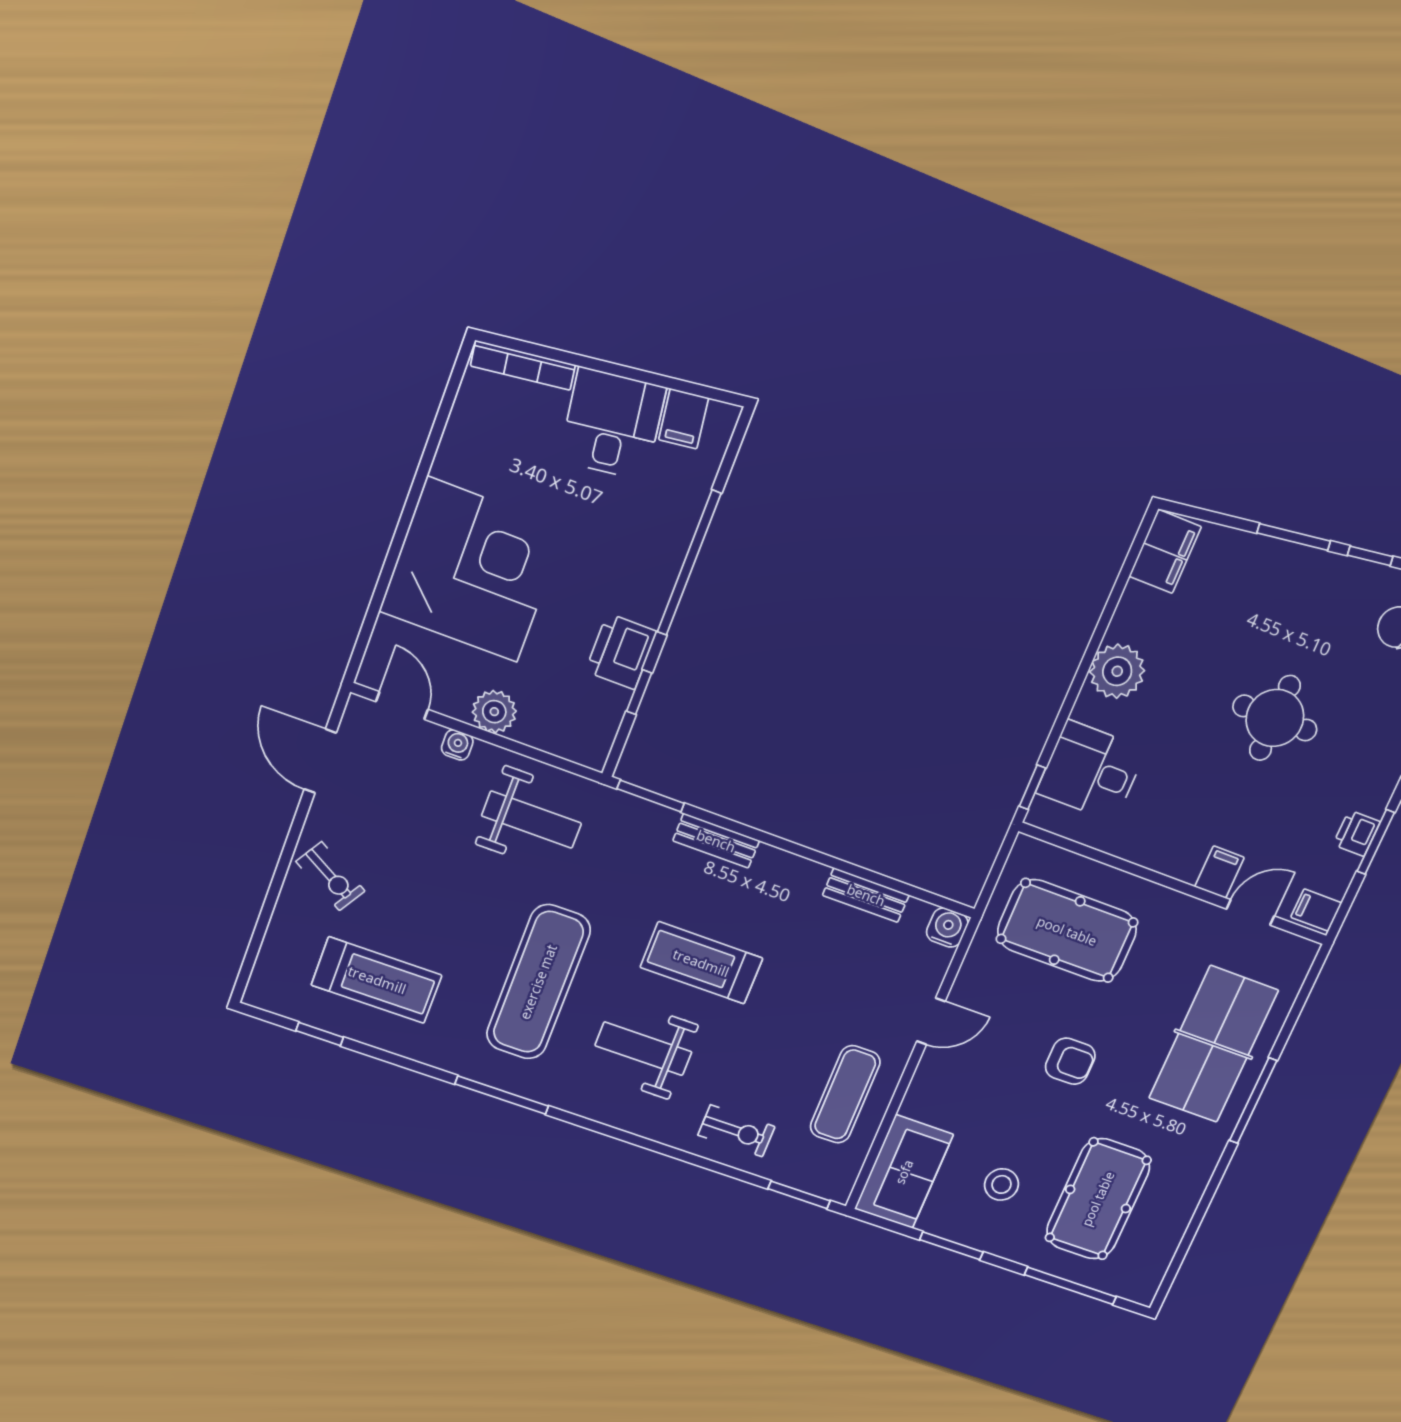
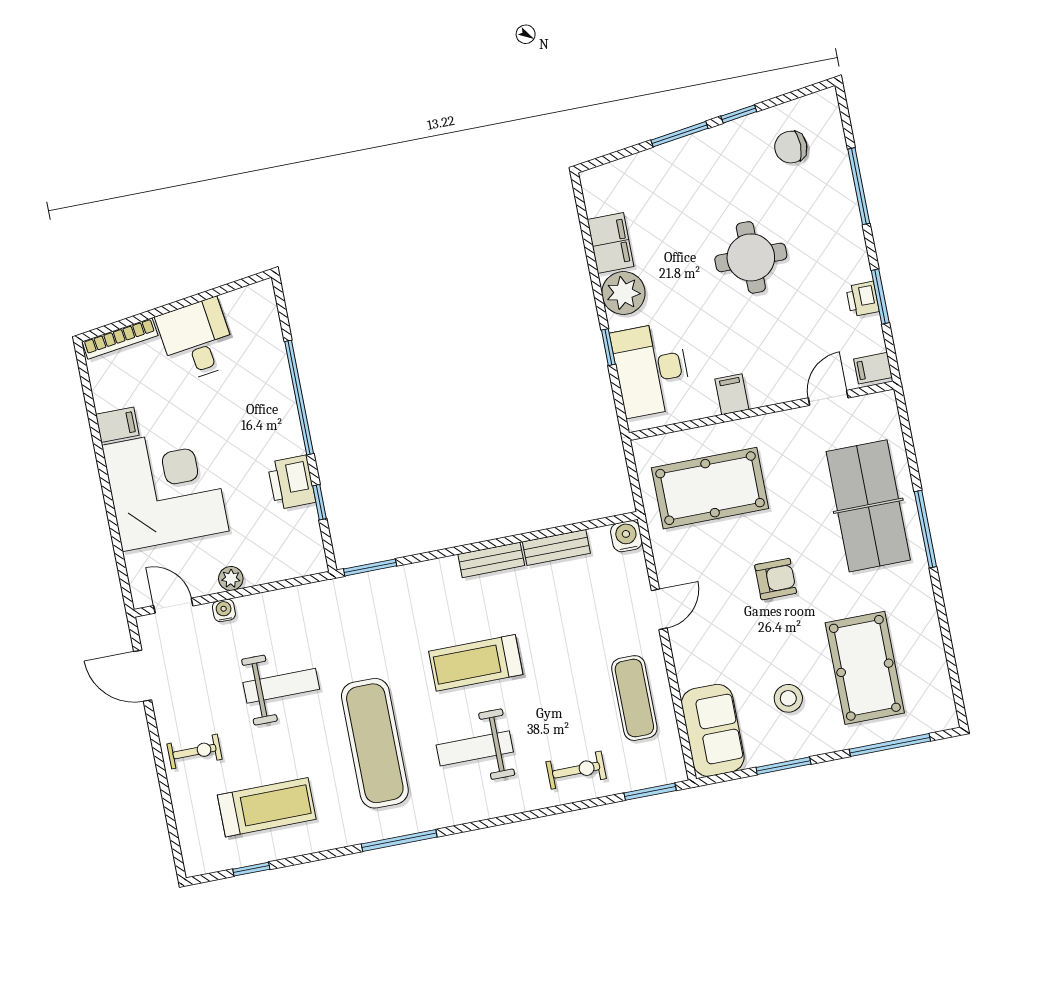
filing cabinet: (684, 419) -> (117, 425), moved, turned -82
filing cabinet: (1165, 552) -> (610, 243), moved
plant: (494, 712) -> (231, 578), width x0.73, depth x0.73
desk: (1091, 771) -> (651, 370), width x1.37
window: (1032, 787) -> (608, 347), moved
weight bench: (532, 820) -> (281, 686), moved
bench: (716, 841) -> (491, 560), moved
filing cabinet: (1220, 872) -> (732, 394), moved
exercise bike: (330, 876) -> (194, 752), turned -31

